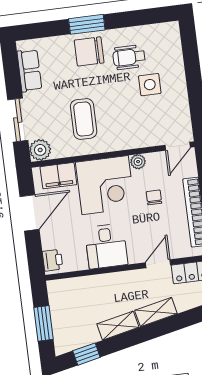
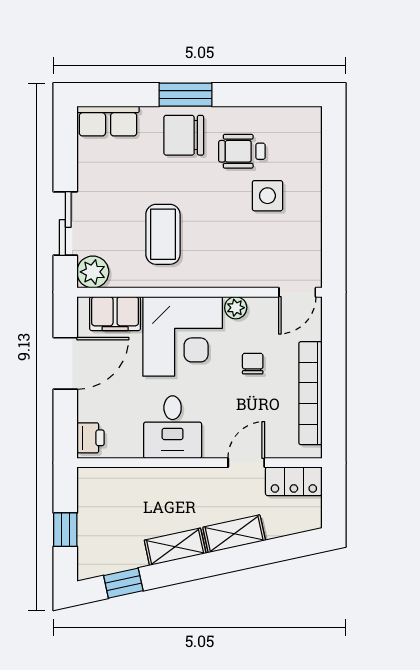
row of seats: (29, 71) -> (108, 121), moved, turned 90
window: (43, 323) -> (65, 530), width x0.67

